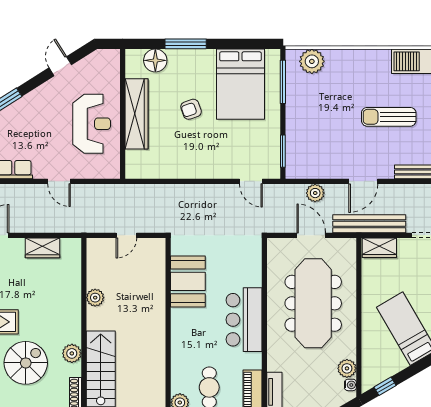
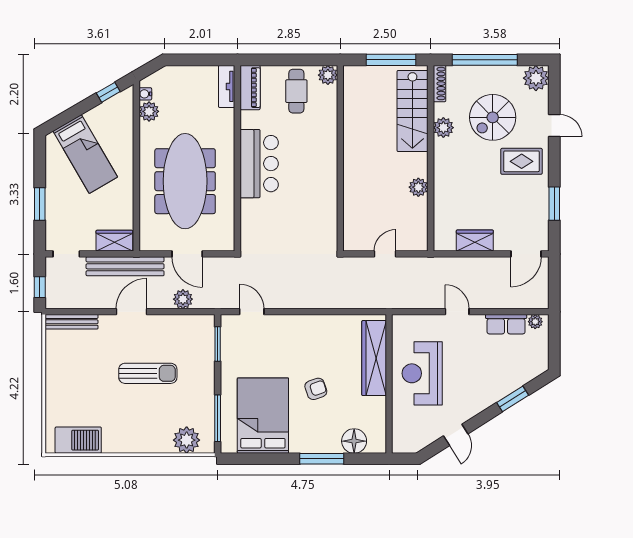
wardrobe: (137, 114) -> (374, 358), moved
sun lounger: (389, 117) -> (148, 373), moved
booth: (188, 281) -> (319, 205), removed

